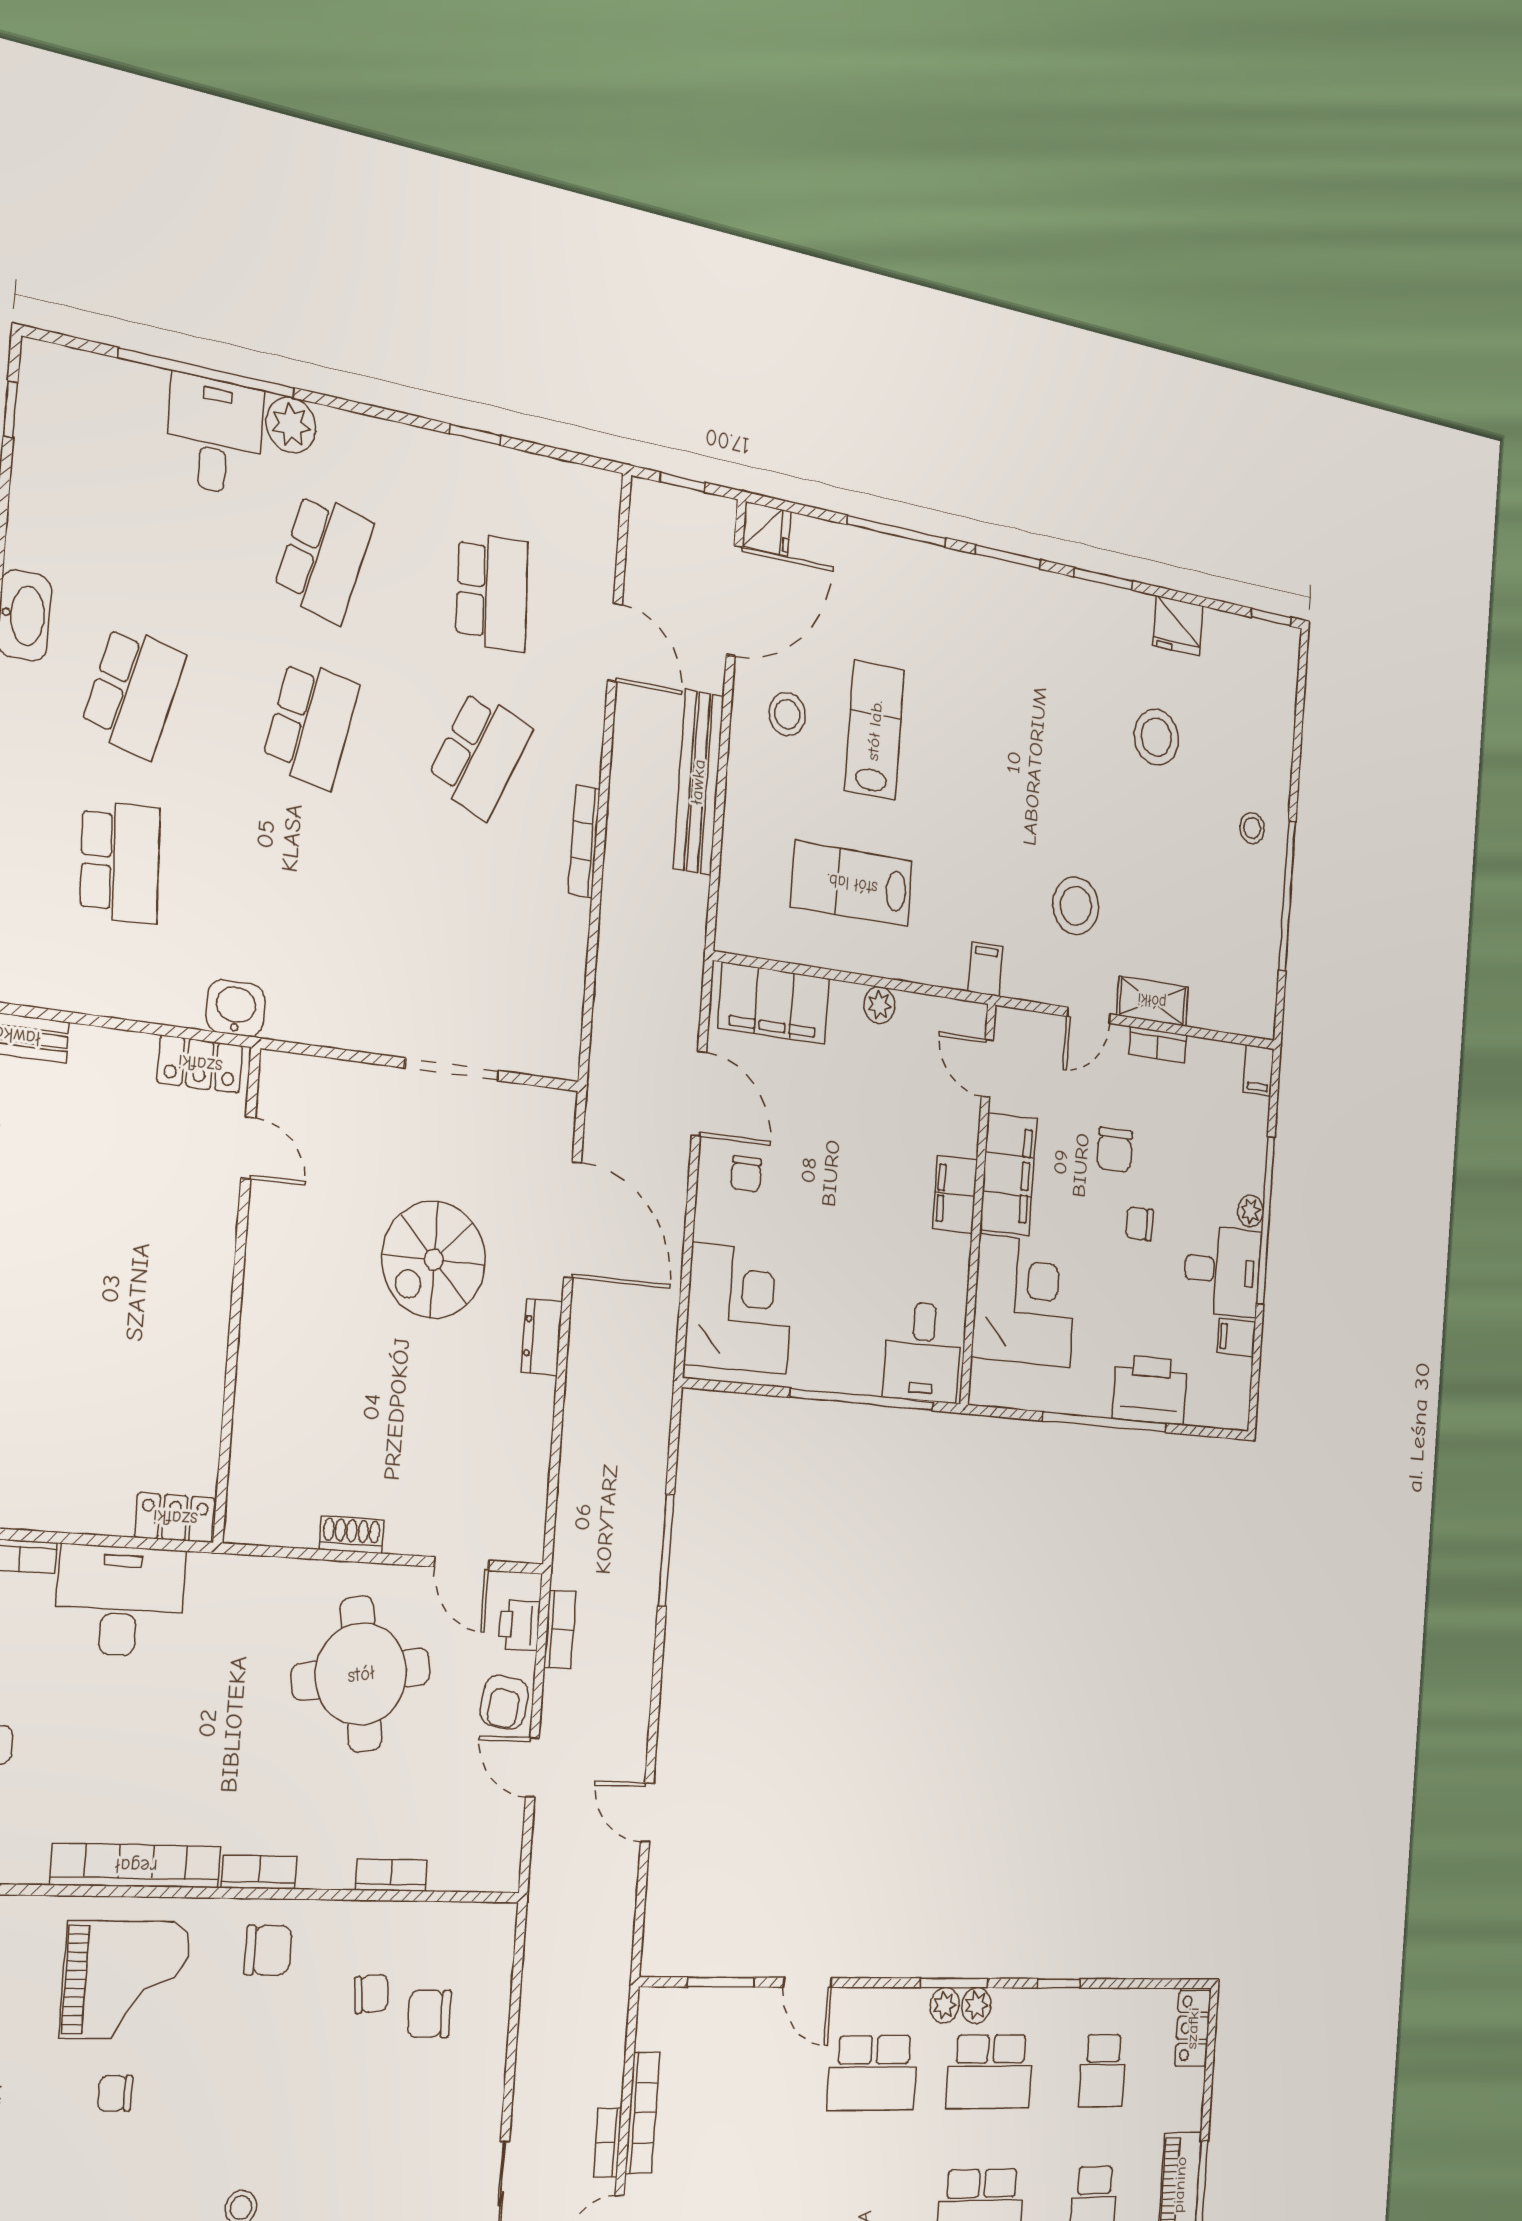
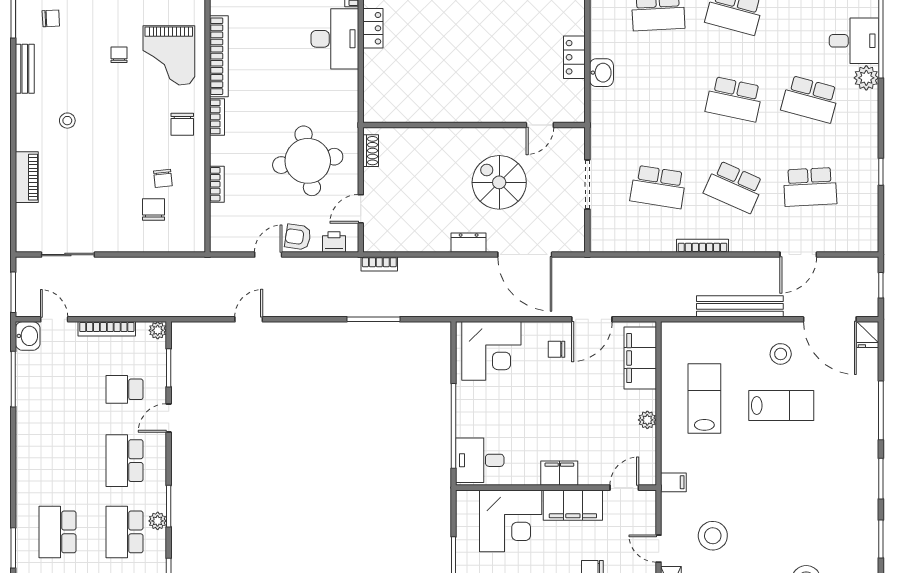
school desk: (468, 918) -> (658, 187), added
door: (248, 1148) -> (540, 125), moved
door: (573, 1220) -> (525, 255), hinge flipped
wall: (237, 1295) -> (474, 125), moved
locker: (175, 1518) -> (373, 28), moved
bookcase: (560, 1629) -> (379, 264), moved
plant: (945, 2005) -> (158, 330), moved
school desk: (752, 2074) -> (124, 389), added
bookcase: (608, 2143) -> (93, 311), removed

